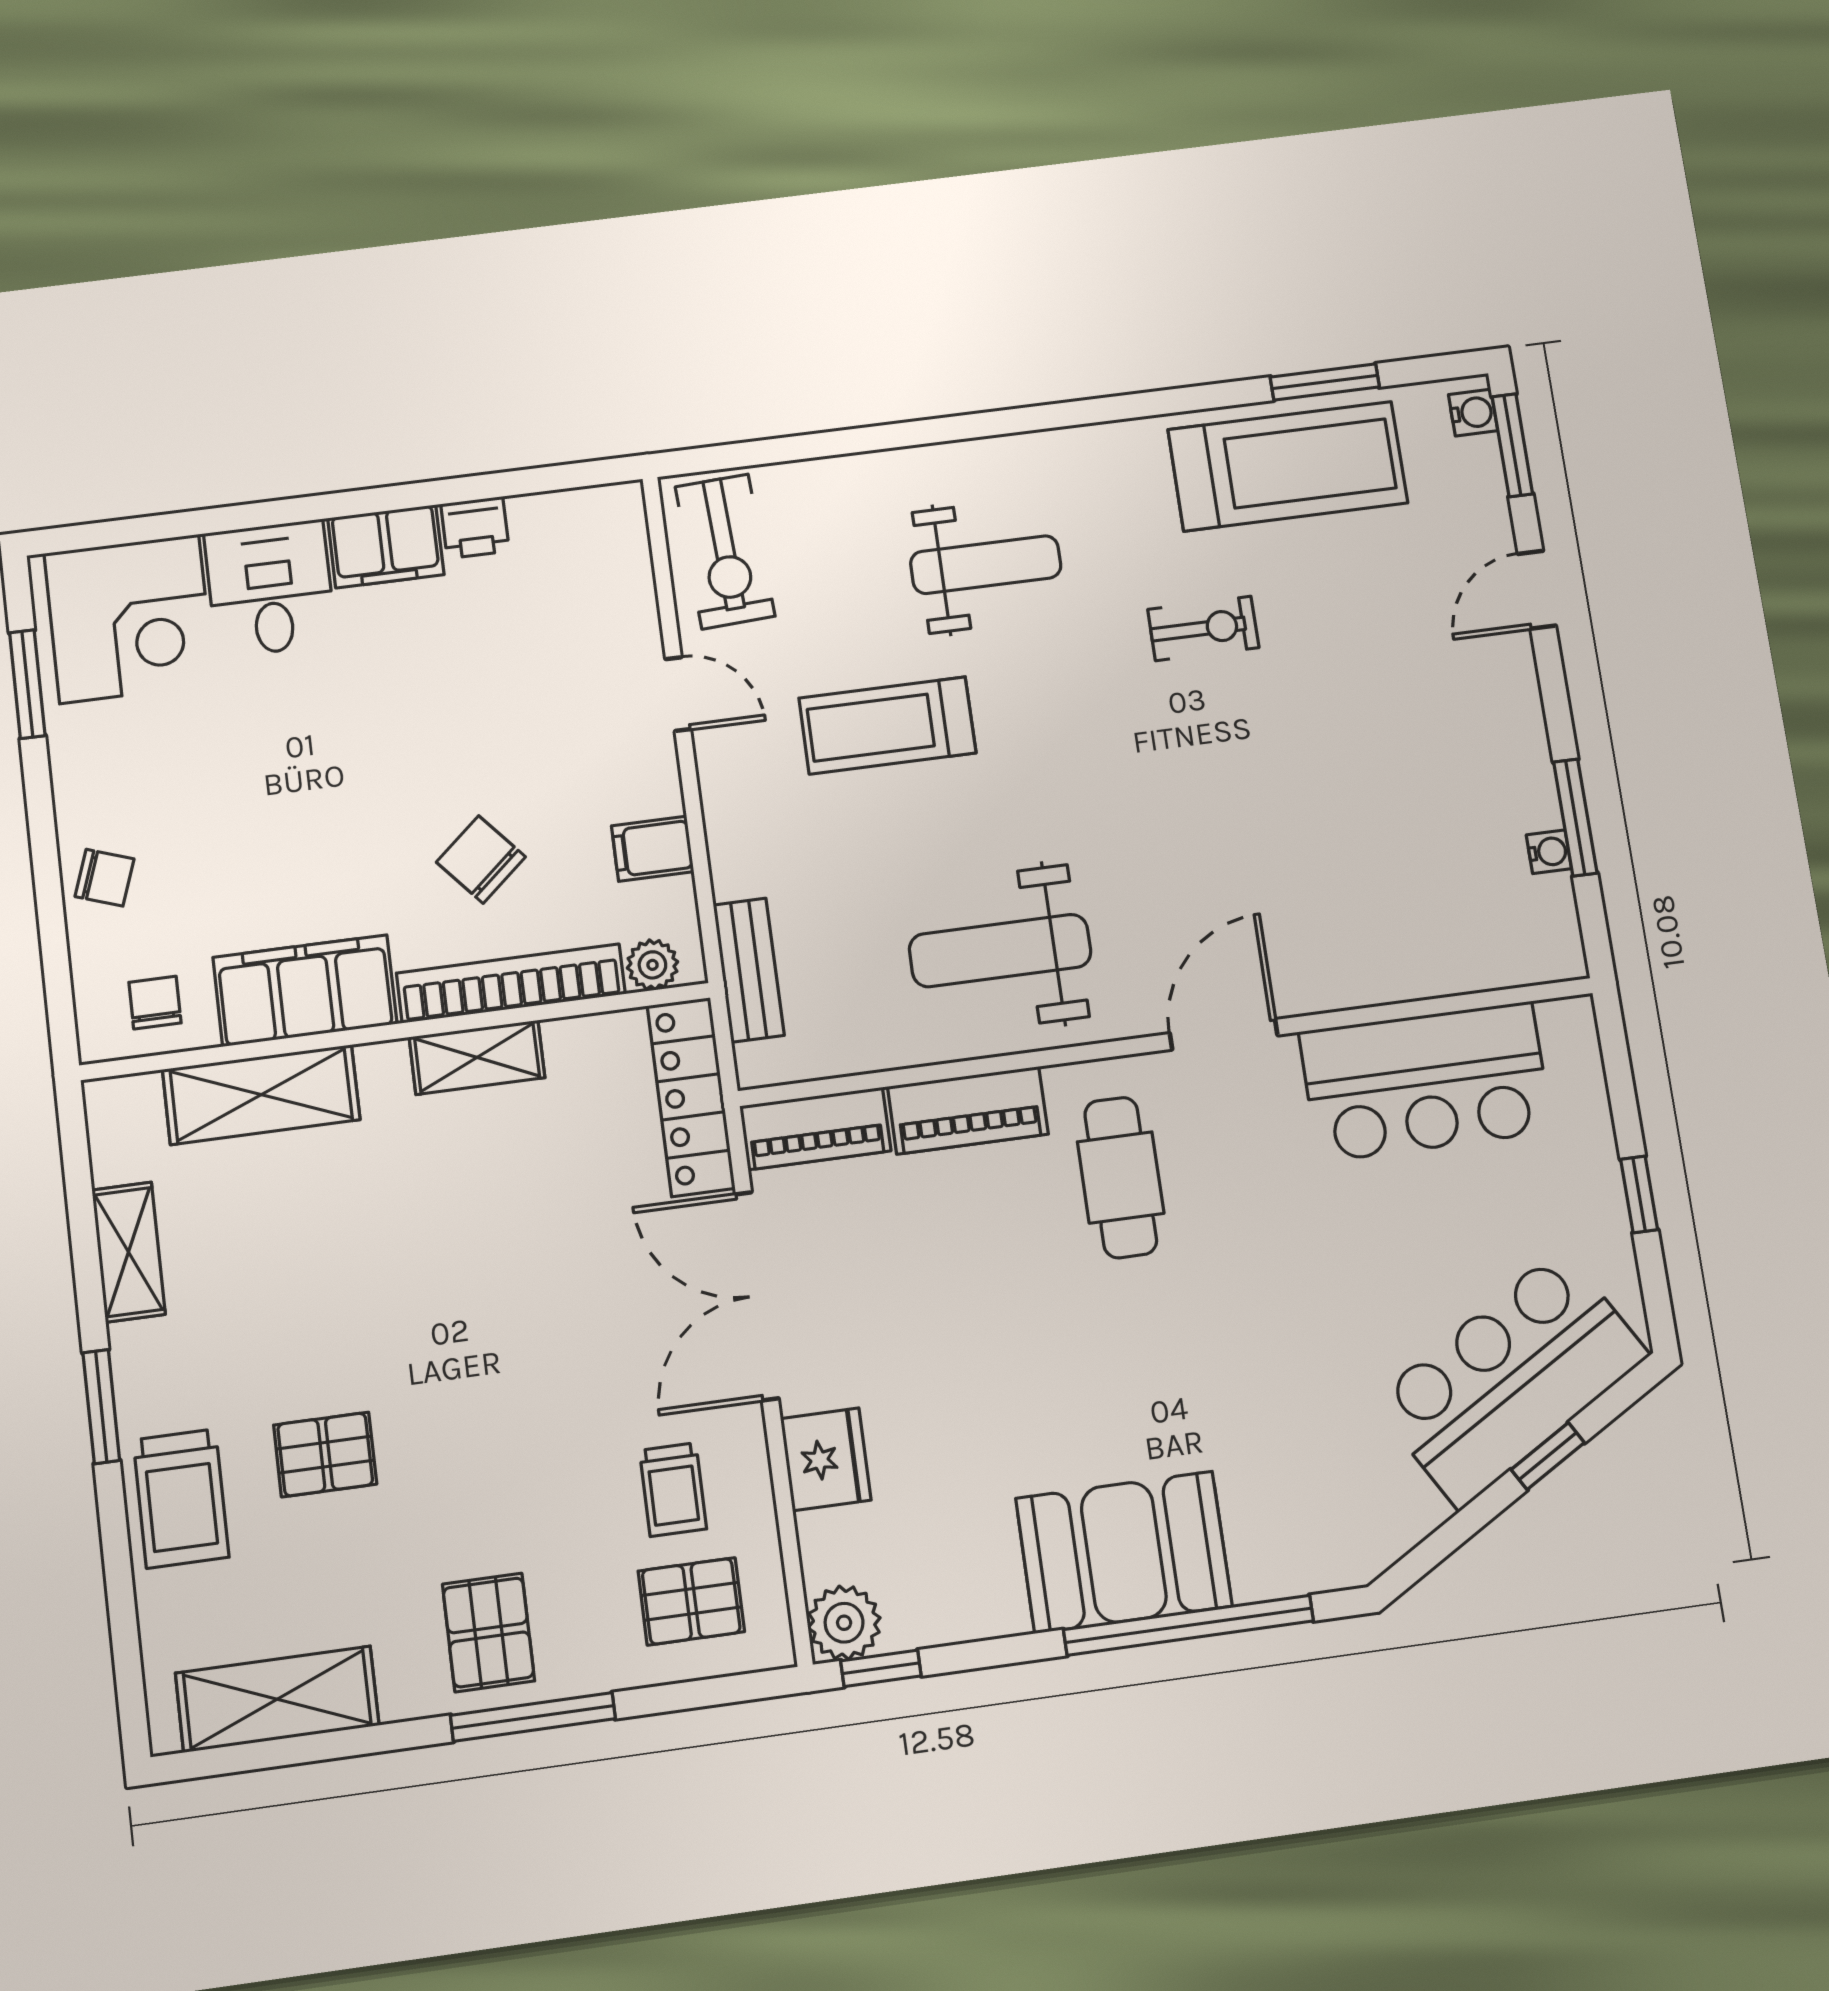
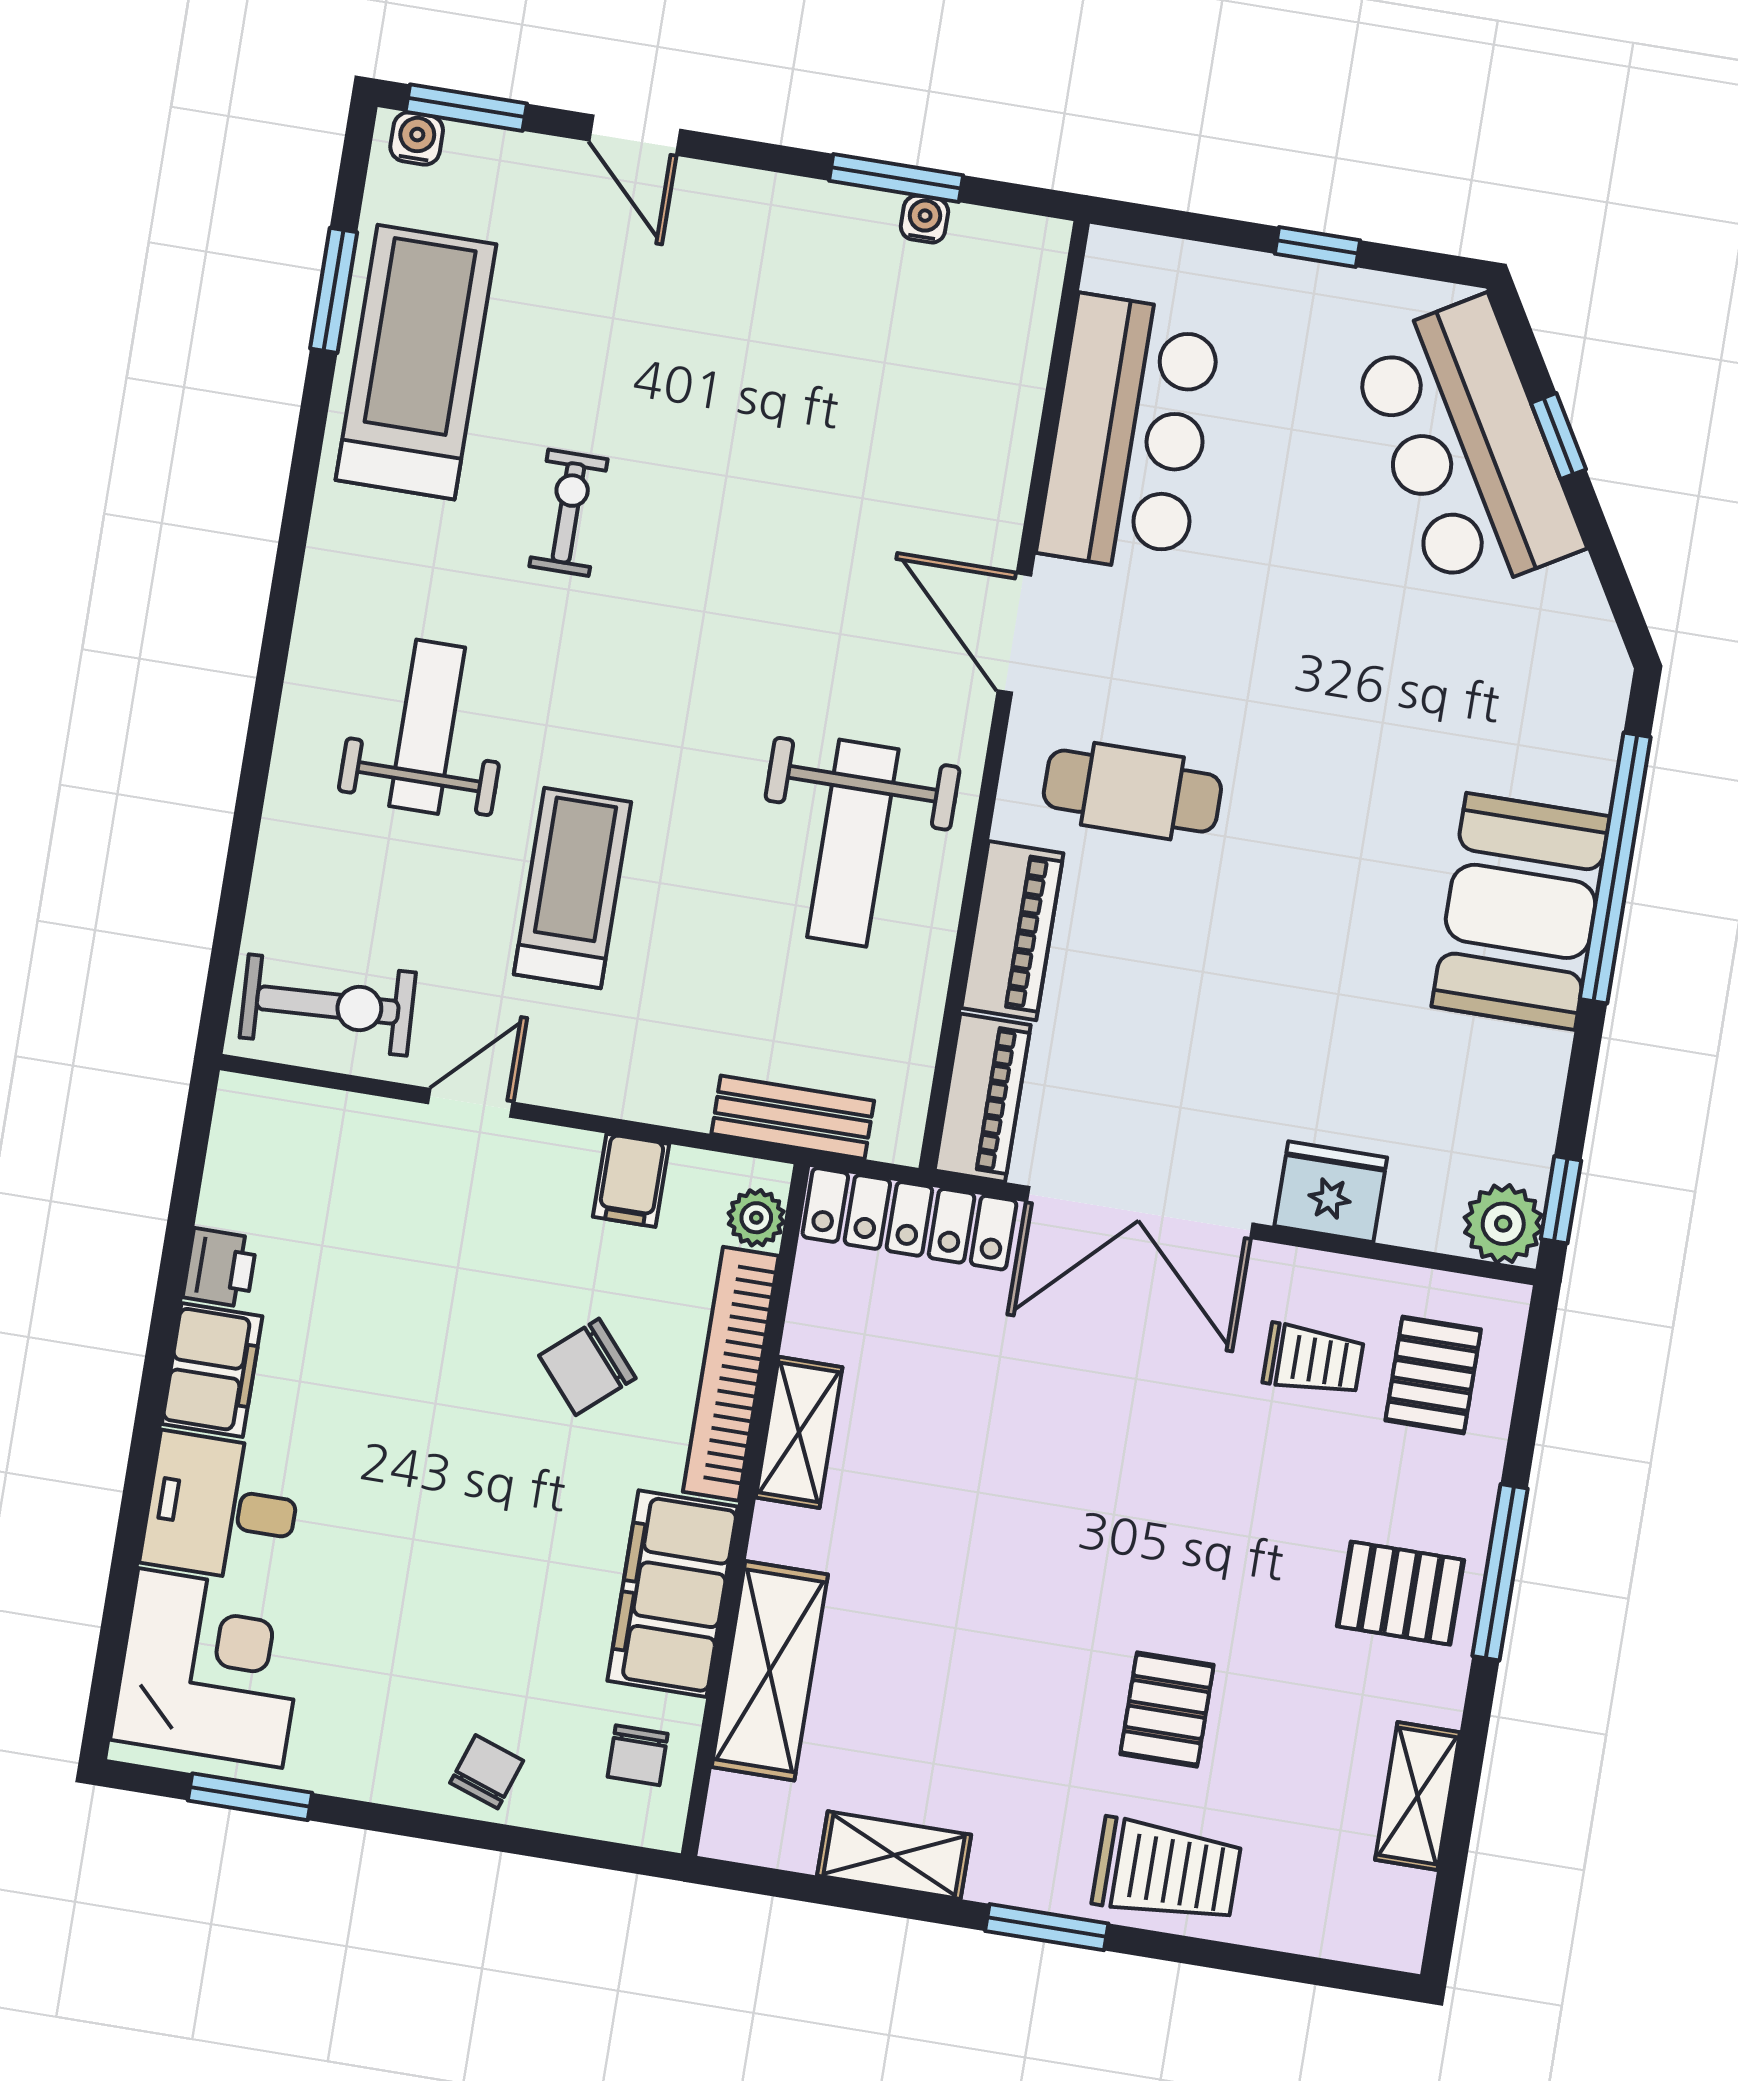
treadmill: (887, 725) -> (572, 888), turned 180
chair: (155, 1003) -> (638, 1755), turned -90
shelving: (277, 1699) -> (1418, 1796), width x0.67, depth x0.75

